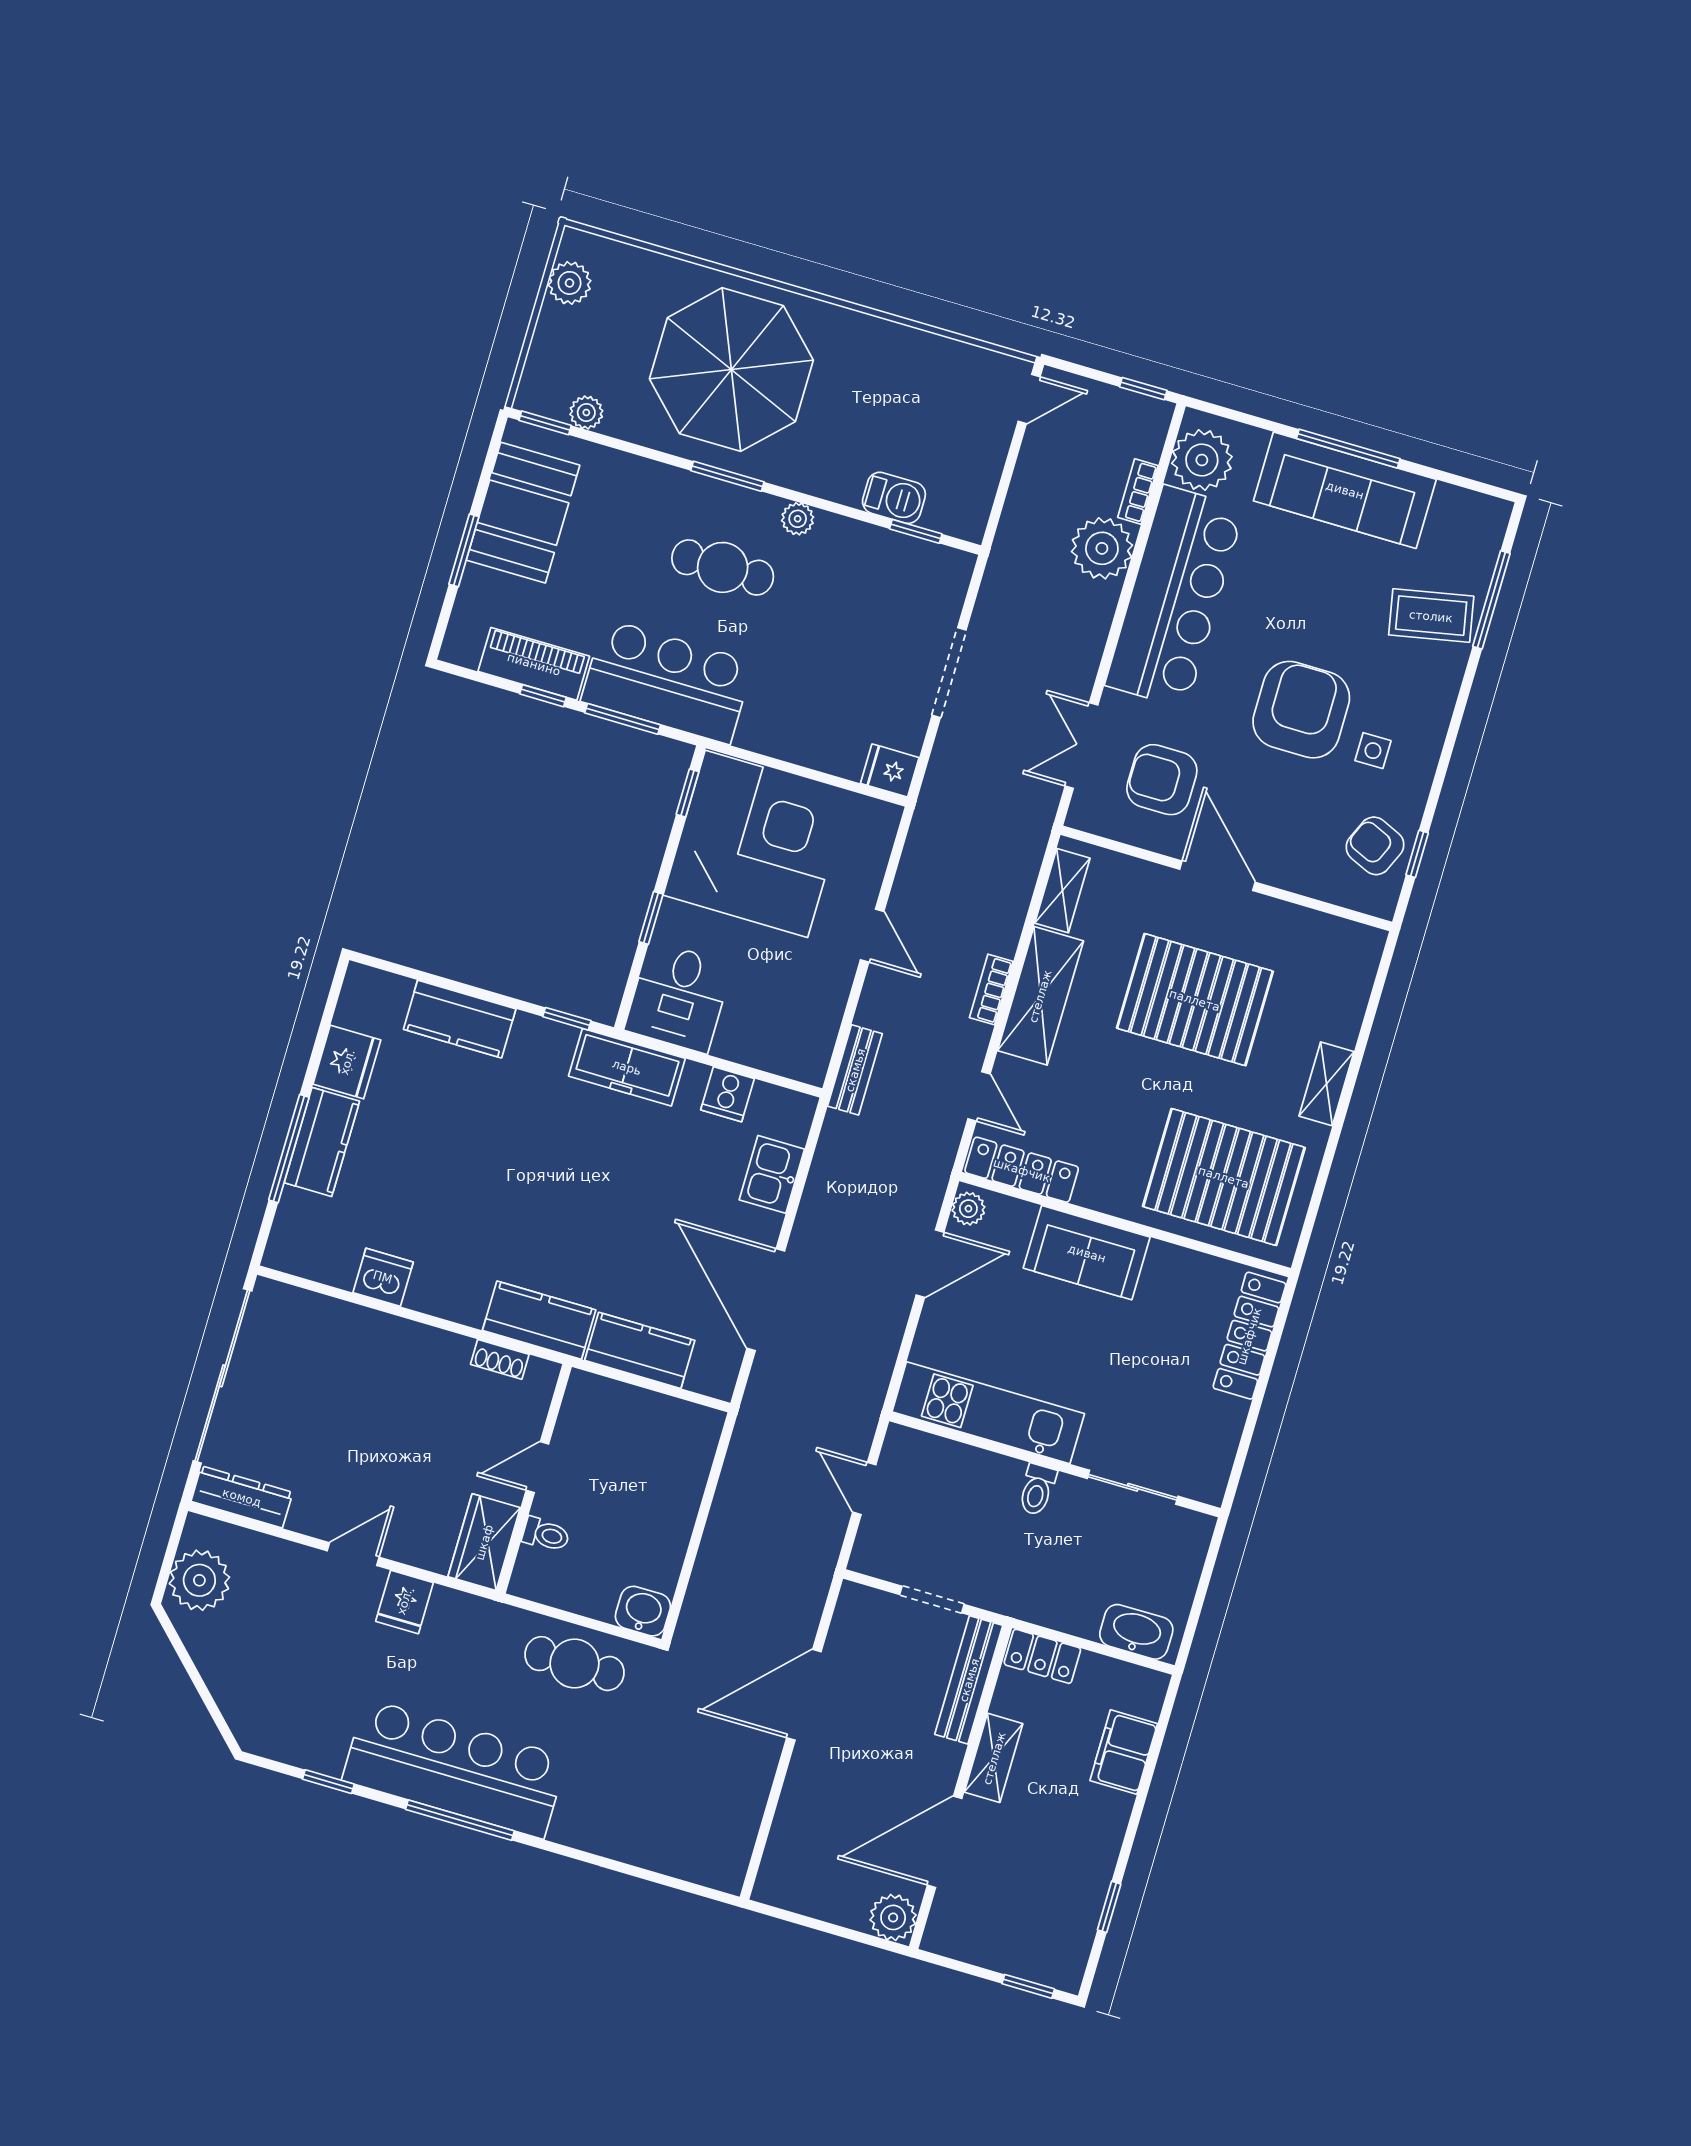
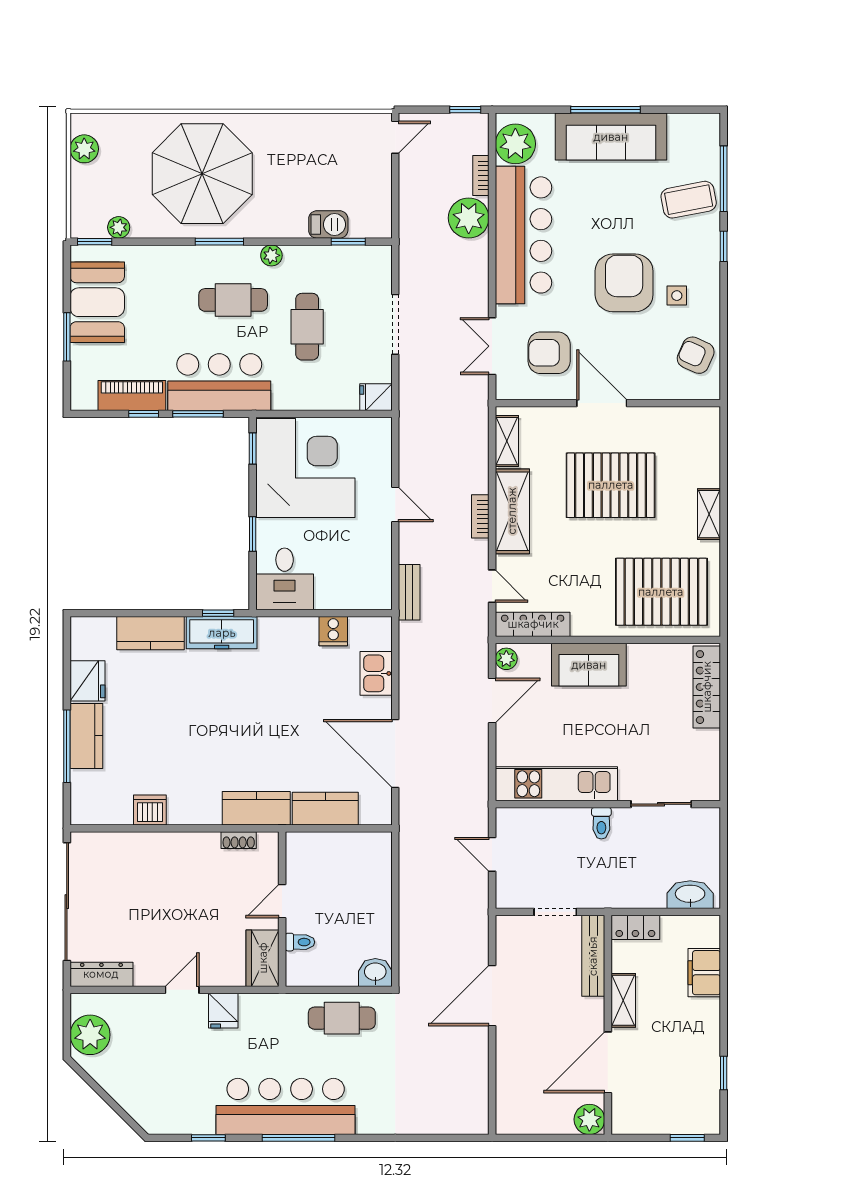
cafe table: (819, 638) -> (307, 327), added
window: (1417, 854) -> (724, 246), moved
freezer: (627, 1067) -> (222, 633), moved

